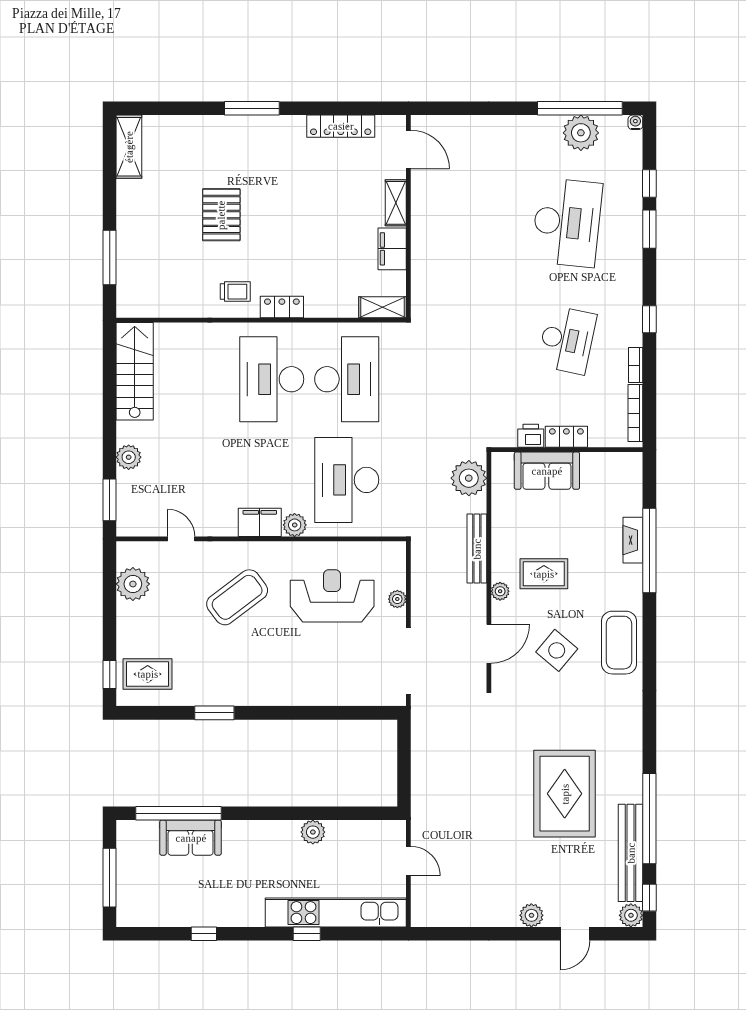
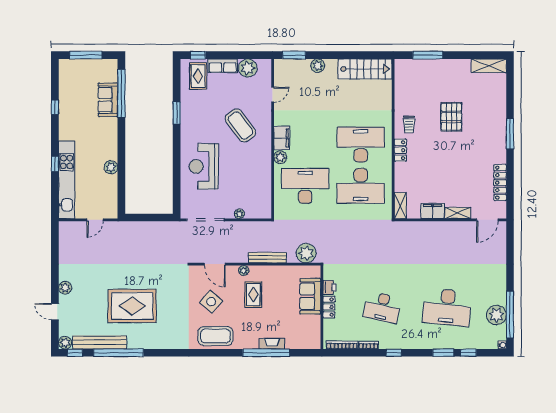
pallet: (221, 215) -> (451, 117), turned 90
reception desk: (332, 596) -> (204, 166), moved, turned 180
row of seats: (129, 629) -> (223, 66), added

